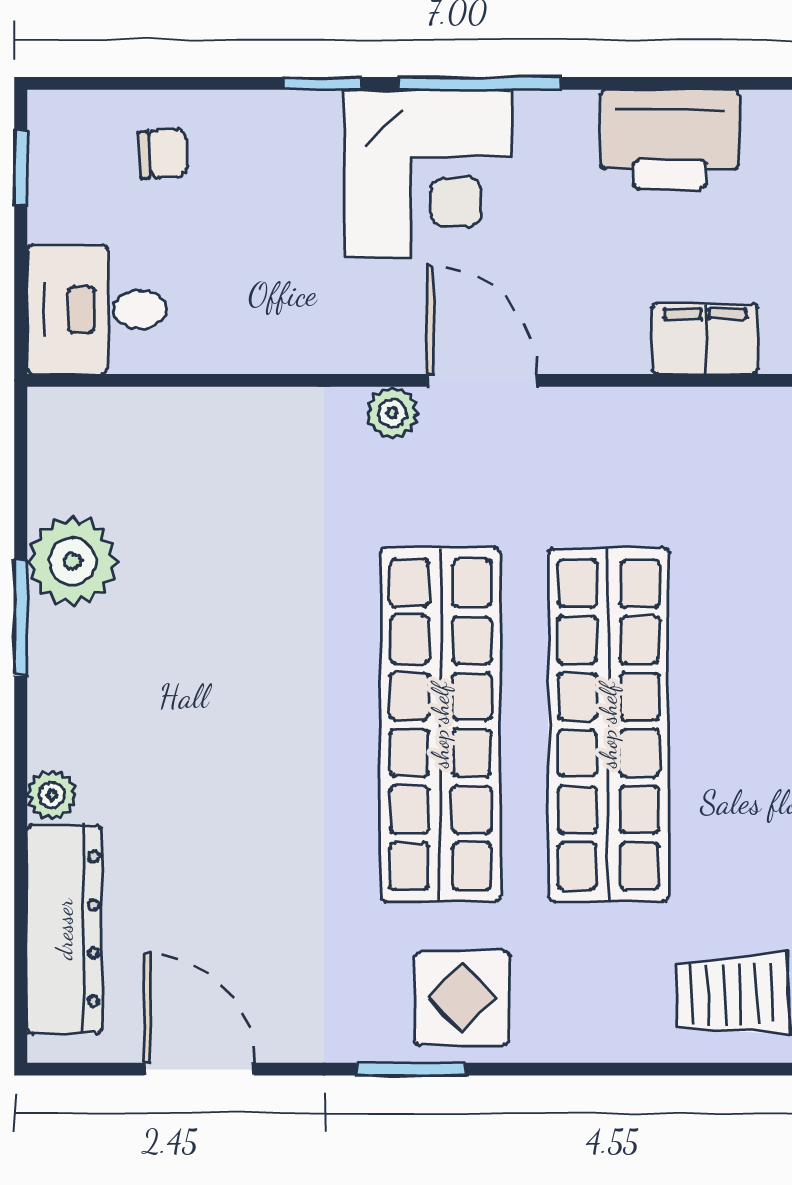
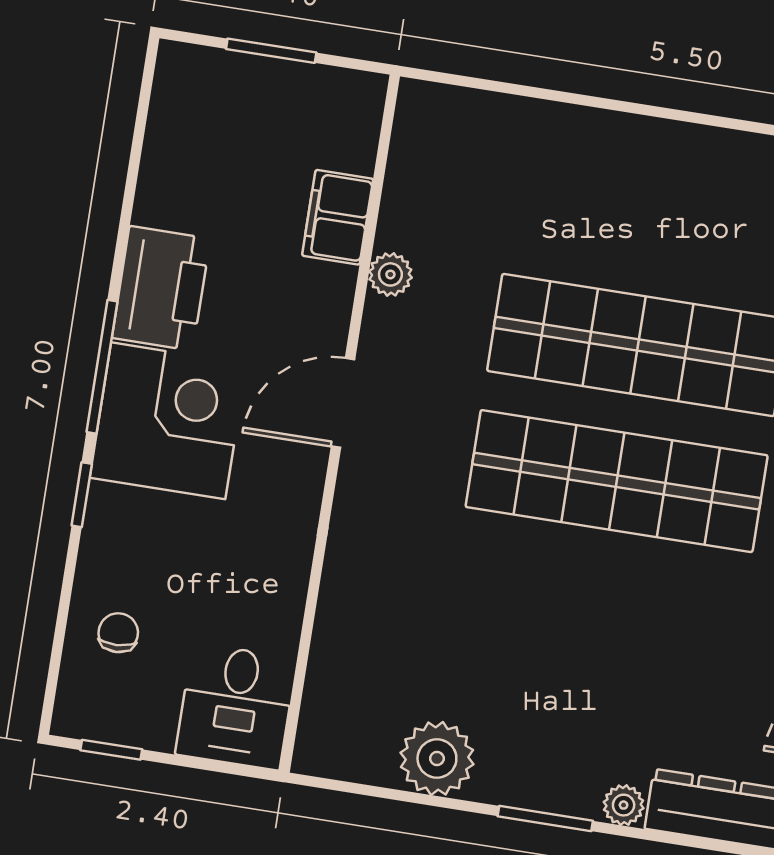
printer: (670, 140) -> (161, 288), moved
plant: (392, 413) -> (390, 274), moved
window: (21, 618) -> (545, 818), moved

